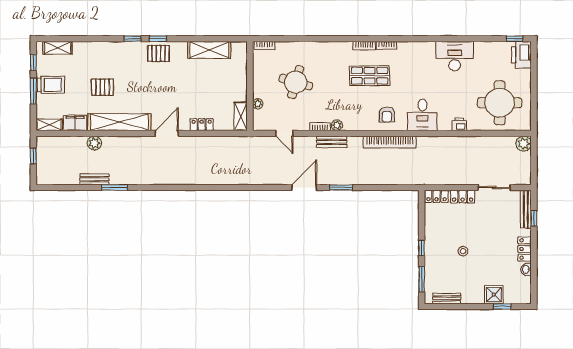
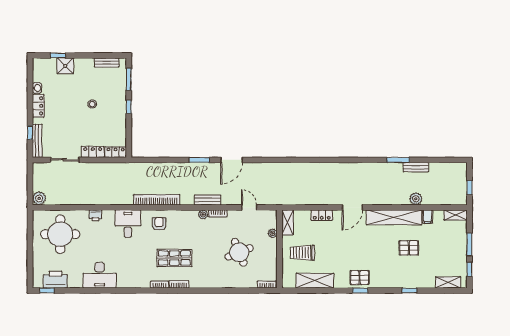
window: (132, 39) -> (409, 291), moved
printer: (521, 55) -> (55, 280), moved, turned -90
round table: (296, 82) -> (239, 252), turned -38
trolley: (51, 85) -> (302, 253), moved
filing cabinet: (75, 123) -> (428, 217), width x0.50

